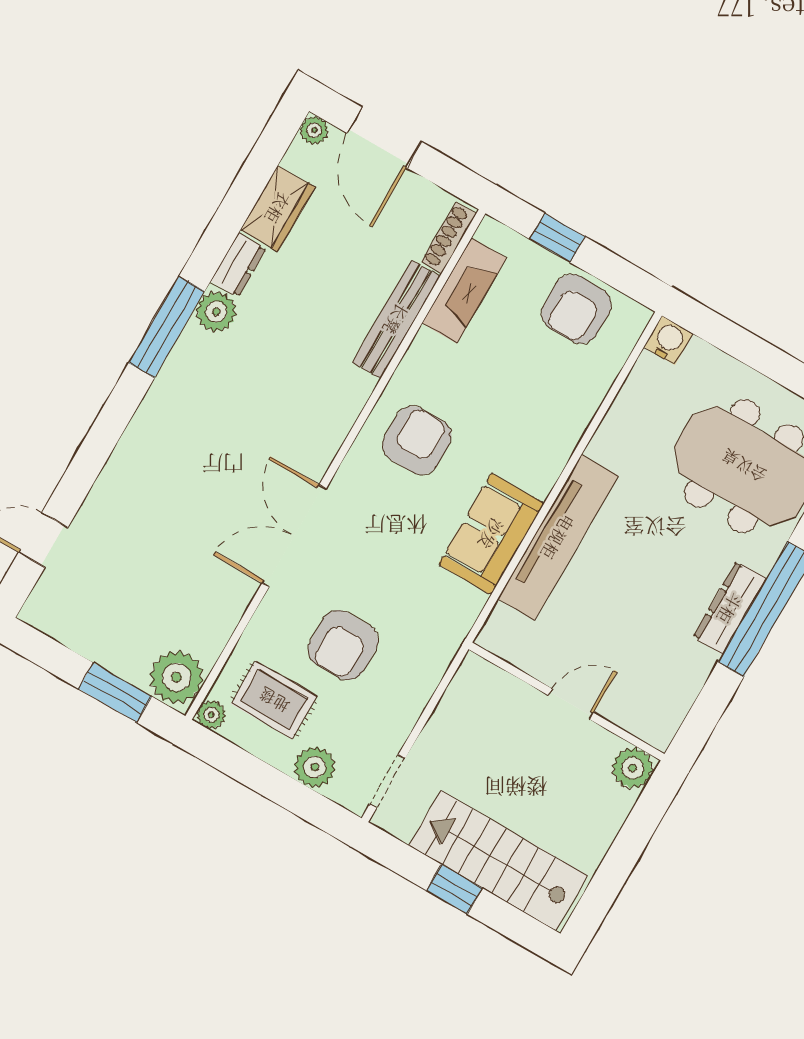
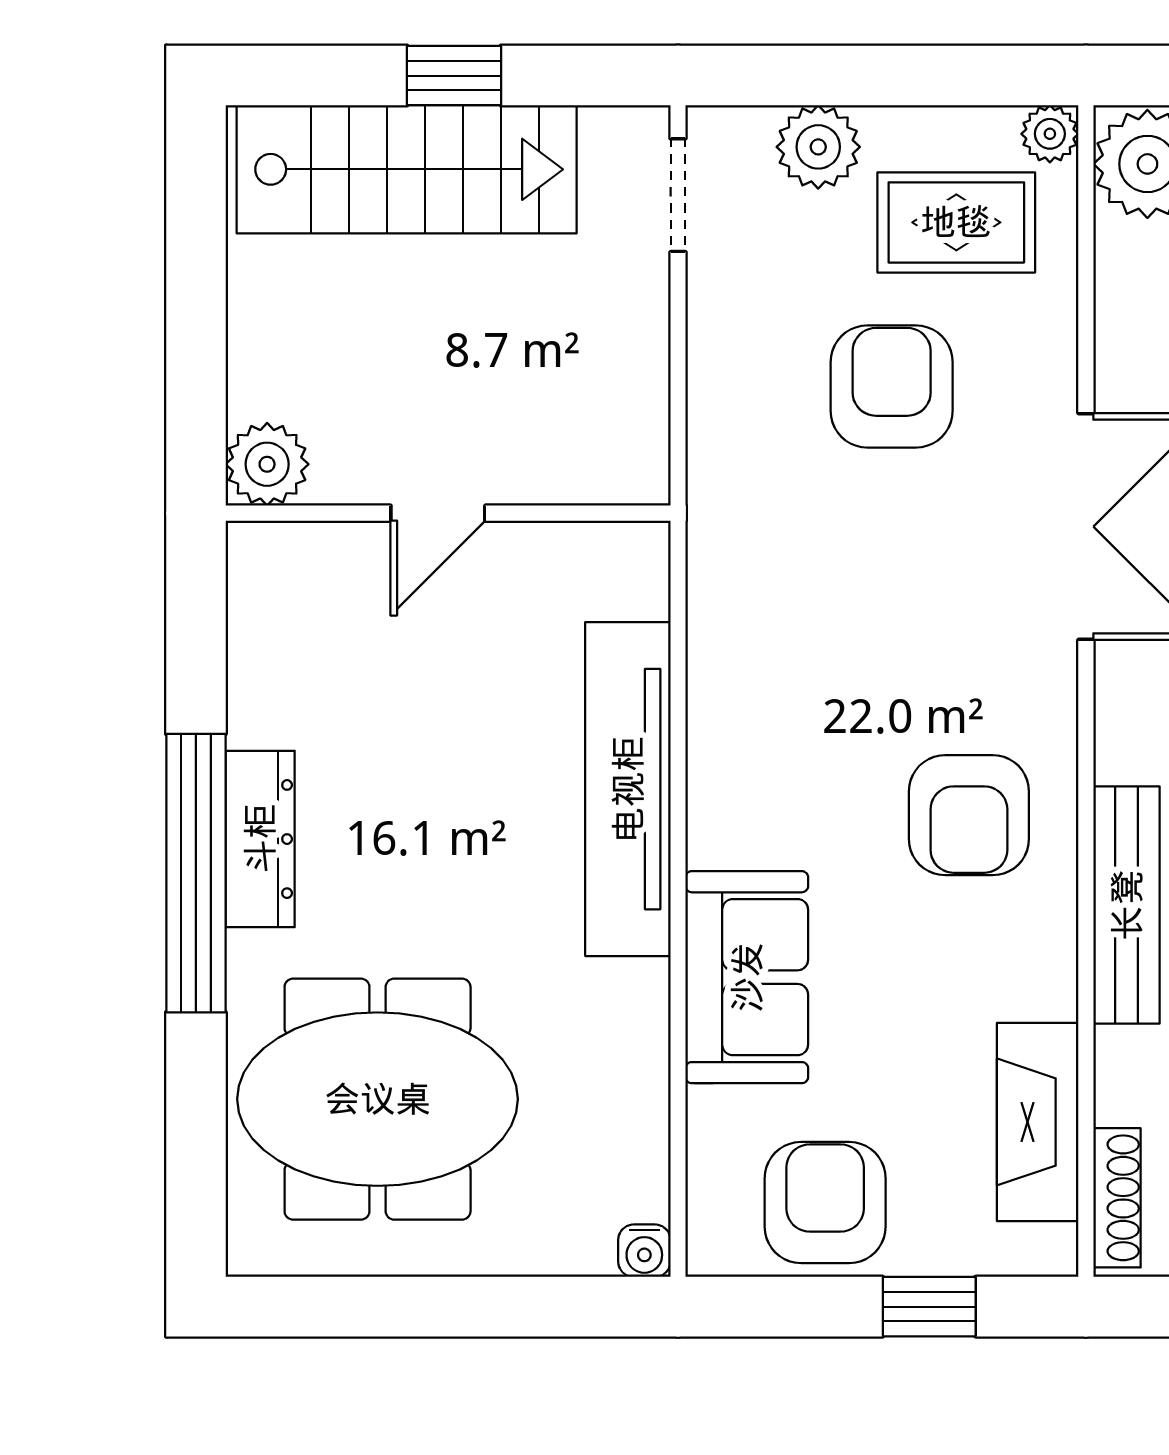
bench: (396, 319) -> (1127, 905), moved
water cooler: (668, 340) -> (644, 1251), width x0.72, depth x0.72
sofa: (491, 534) -> (747, 977), moved

